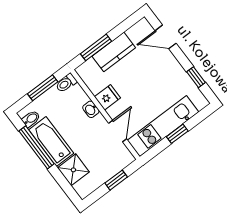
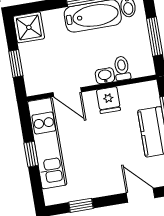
door: (166, 37) -> (140, 195), hinge flipped
toilet: (66, 83) -> (122, 68), moved
shower: (73, 170) -> (29, 27), moved

